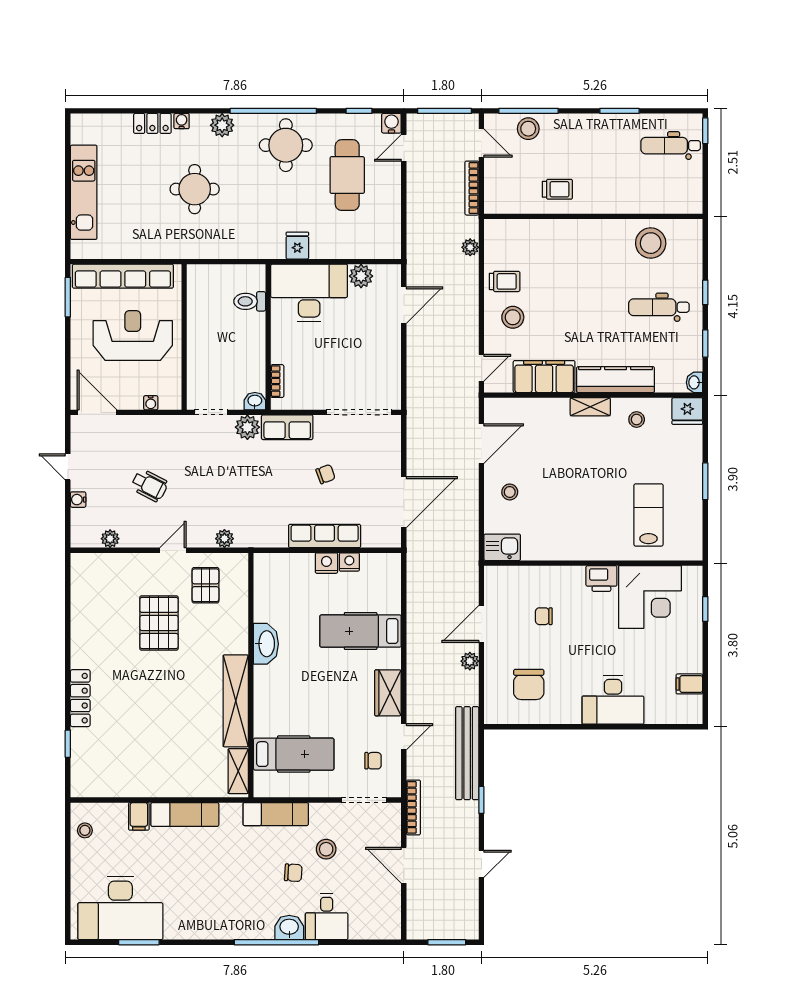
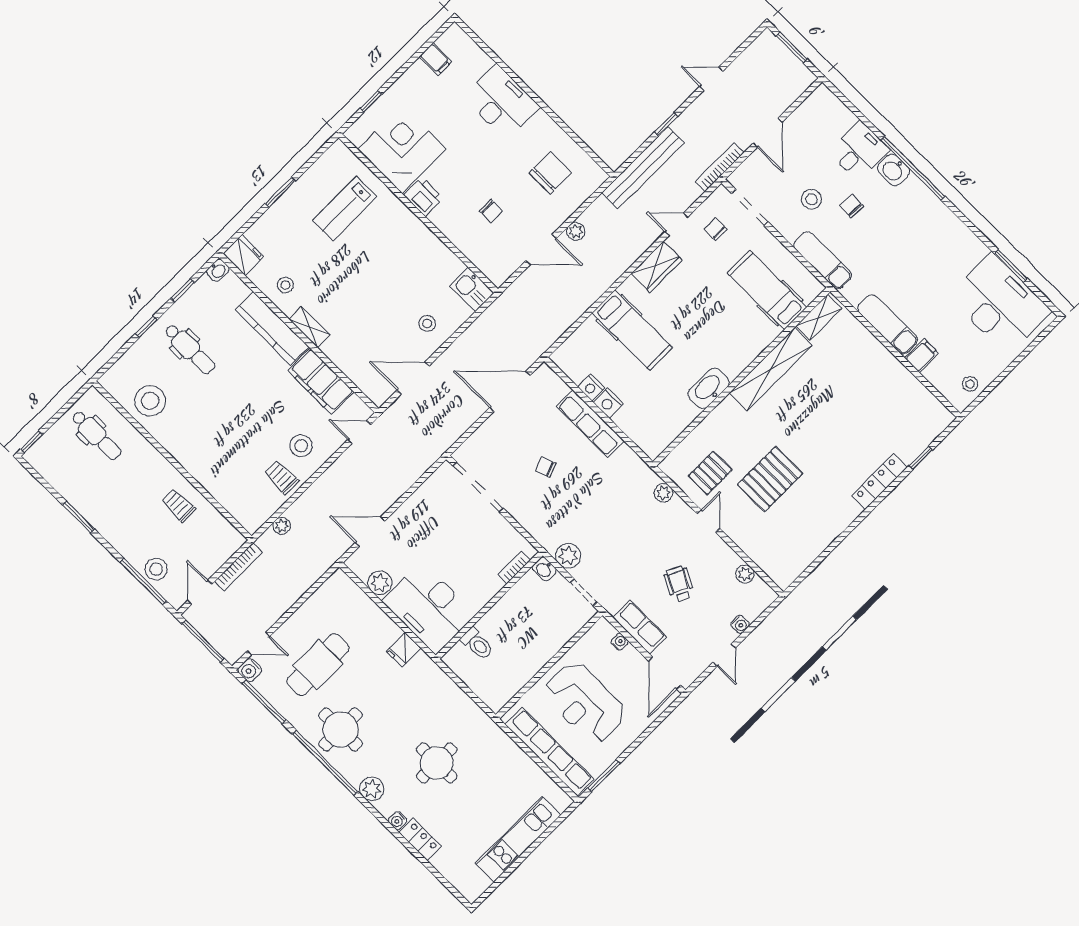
window: (359, 111) -> (264, 702), width x2.17
dental chair: (671, 146) -> (96, 435), moved
row of seats: (287, 427) -> (640, 627), moved
door: (173, 550) -> (708, 521), swing flipped

